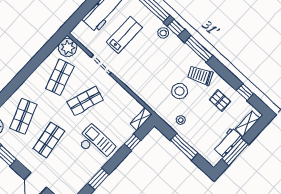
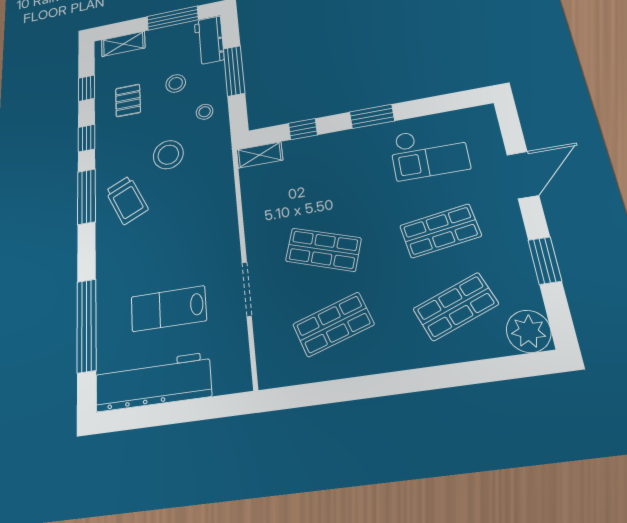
window: (176, 28) -> (86, 138), moved
stool: (163, 33) -> (176, 83), moved
plant: (68, 47) -> (277, 366), removed
trolley: (200, 75) -> (127, 200), moved
workbench: (228, 142) -> (209, 40), moved, turned 90
checkout: (96, 144) -> (429, 152), moved, turned -90
window: (98, 179) -> (372, 116), moved

